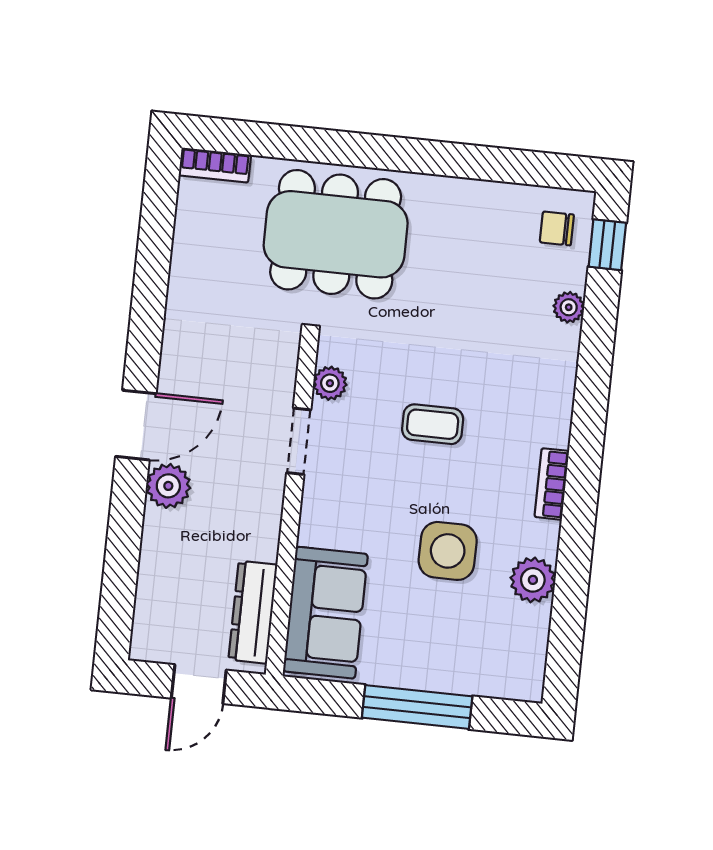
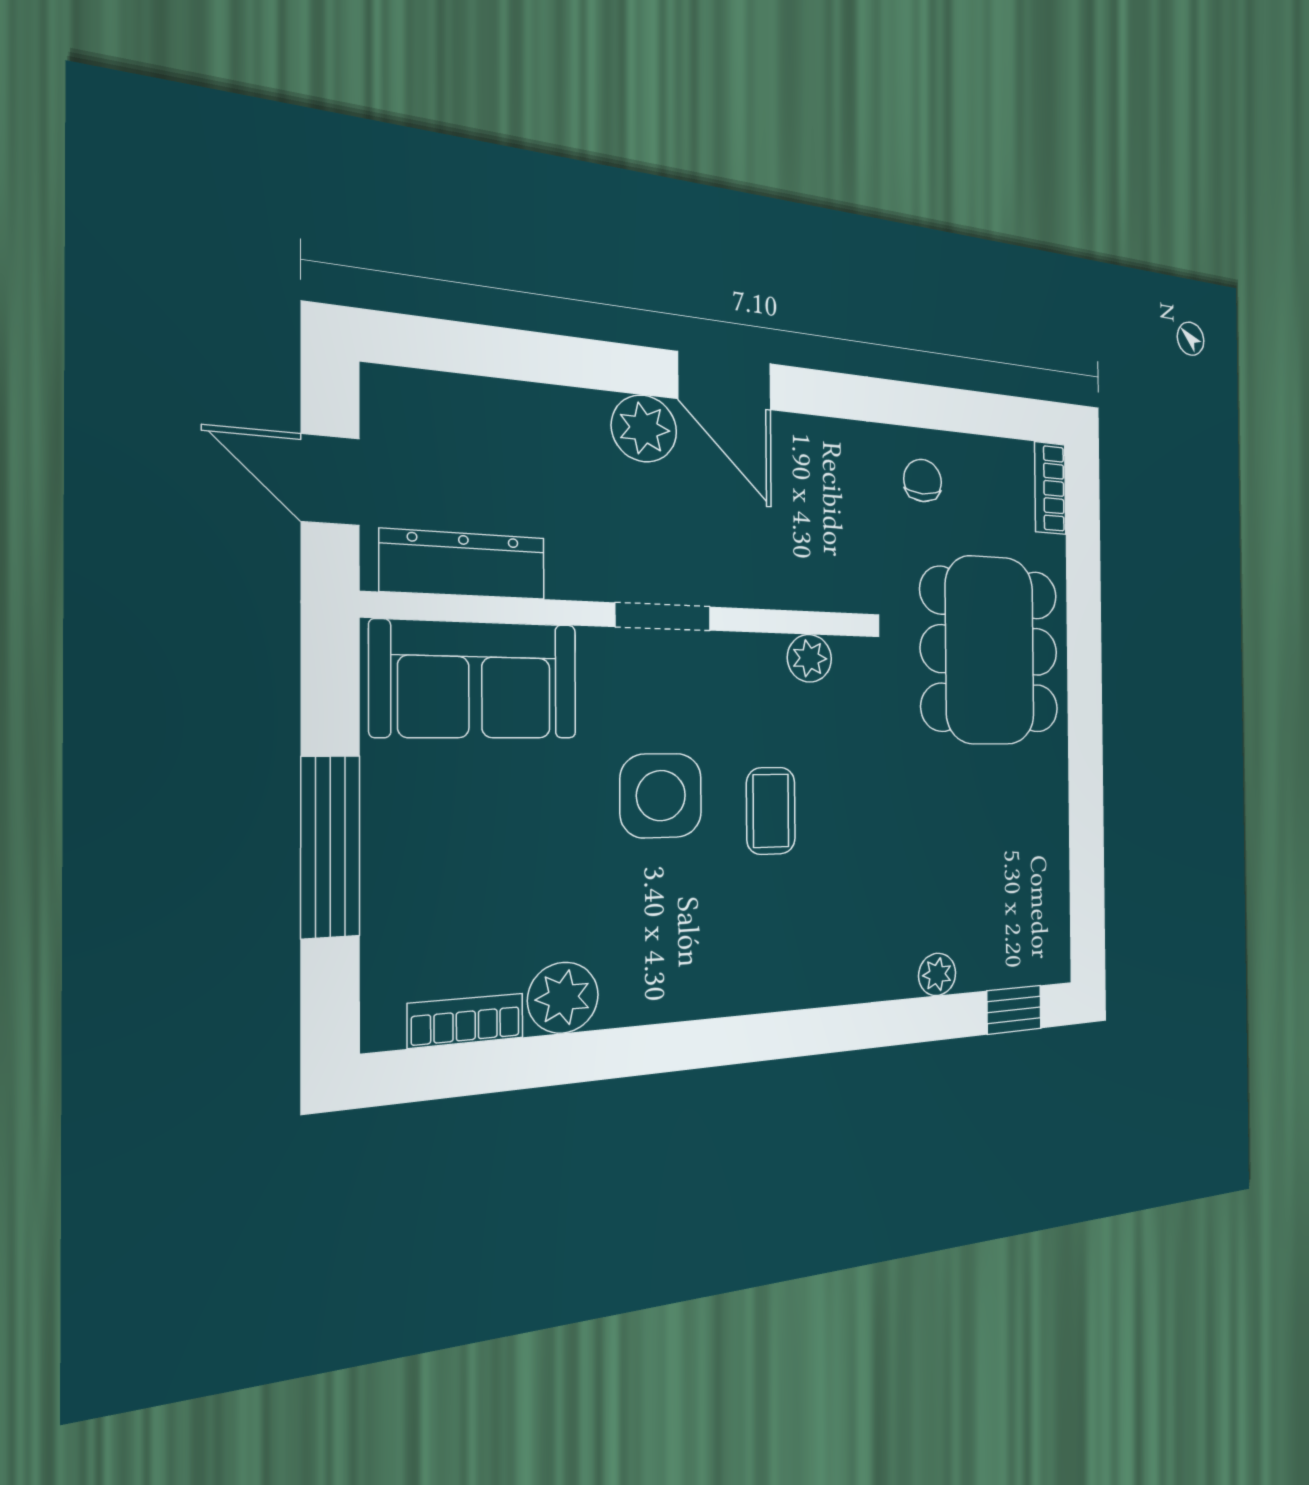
chair: (557, 228) -> (923, 480), moved
doorway: (299, 441) -> (663, 617), moved
bookcase: (552, 484) -> (466, 1021), moved
side table: (448, 551) -> (661, 796), moved

